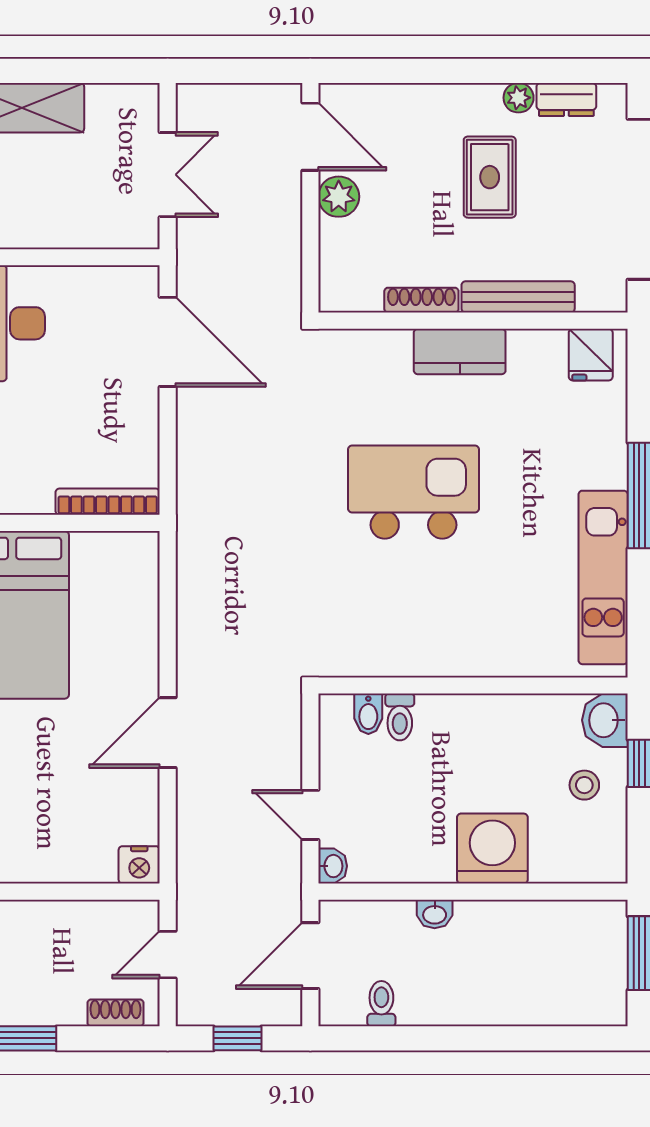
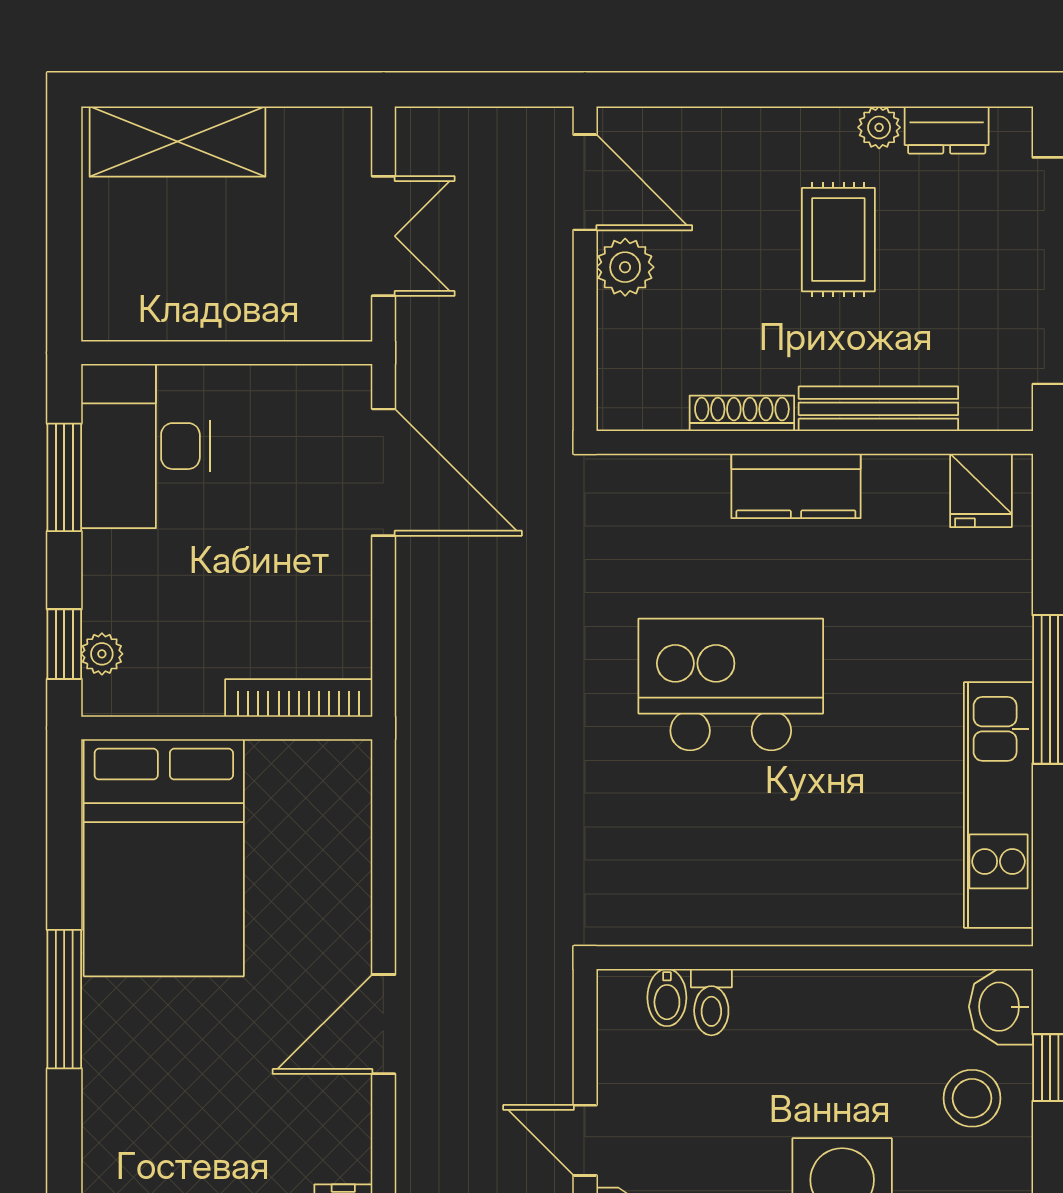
stool: (584, 785) -> (972, 1098), width x1.37, depth x1.37

